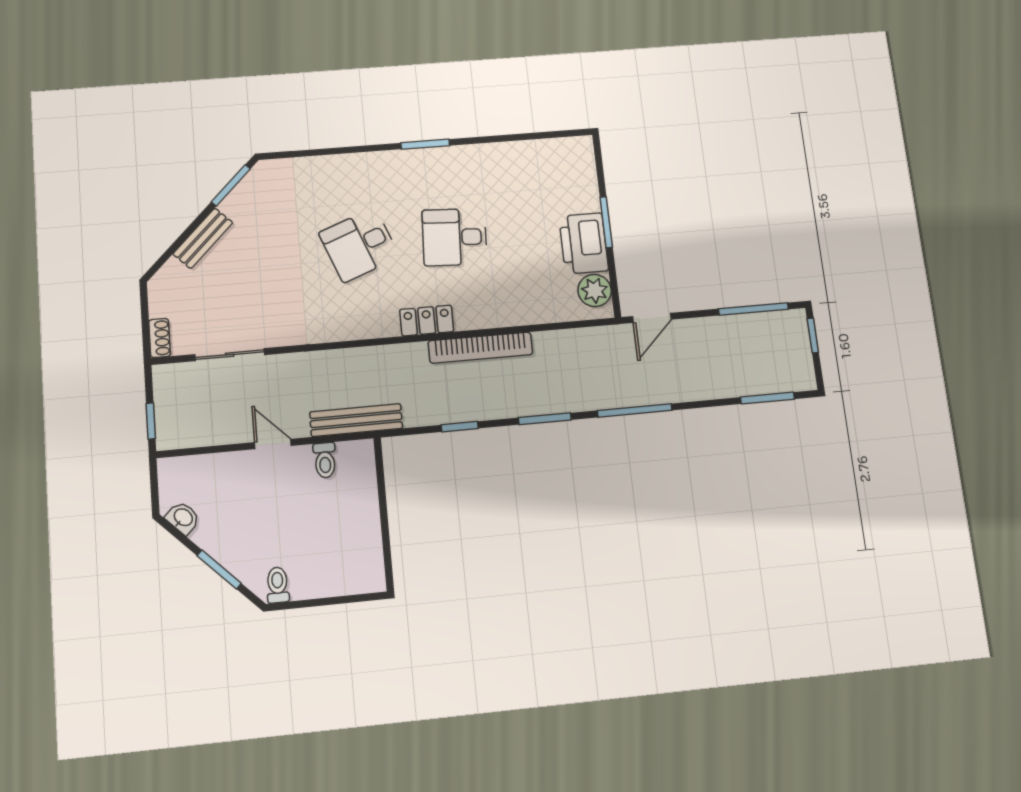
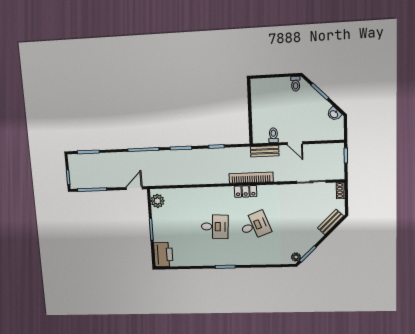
plant: (258, 176) -> (296, 257), added
bench: (203, 238) -> (330, 222), moved
printer: (584, 243) -> (163, 255), moved
locker: (427, 321) -> (246, 191), moved
bookcase: (480, 348) -> (251, 178), moved
bench: (356, 420) -> (265, 151), width x0.73

